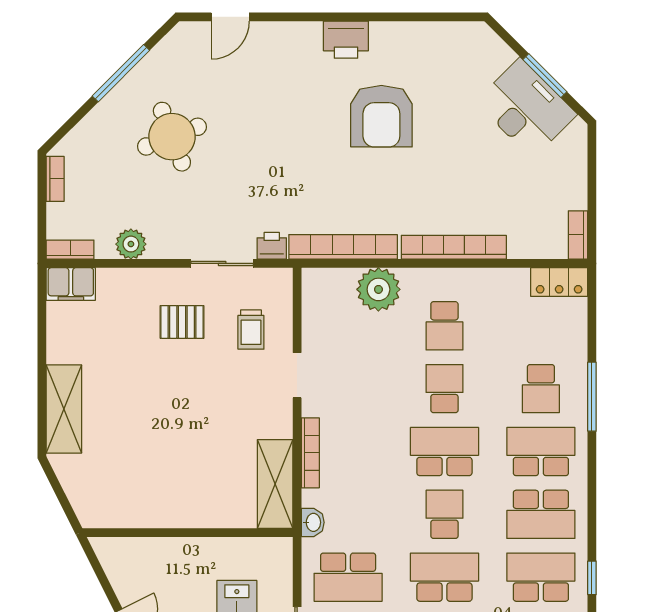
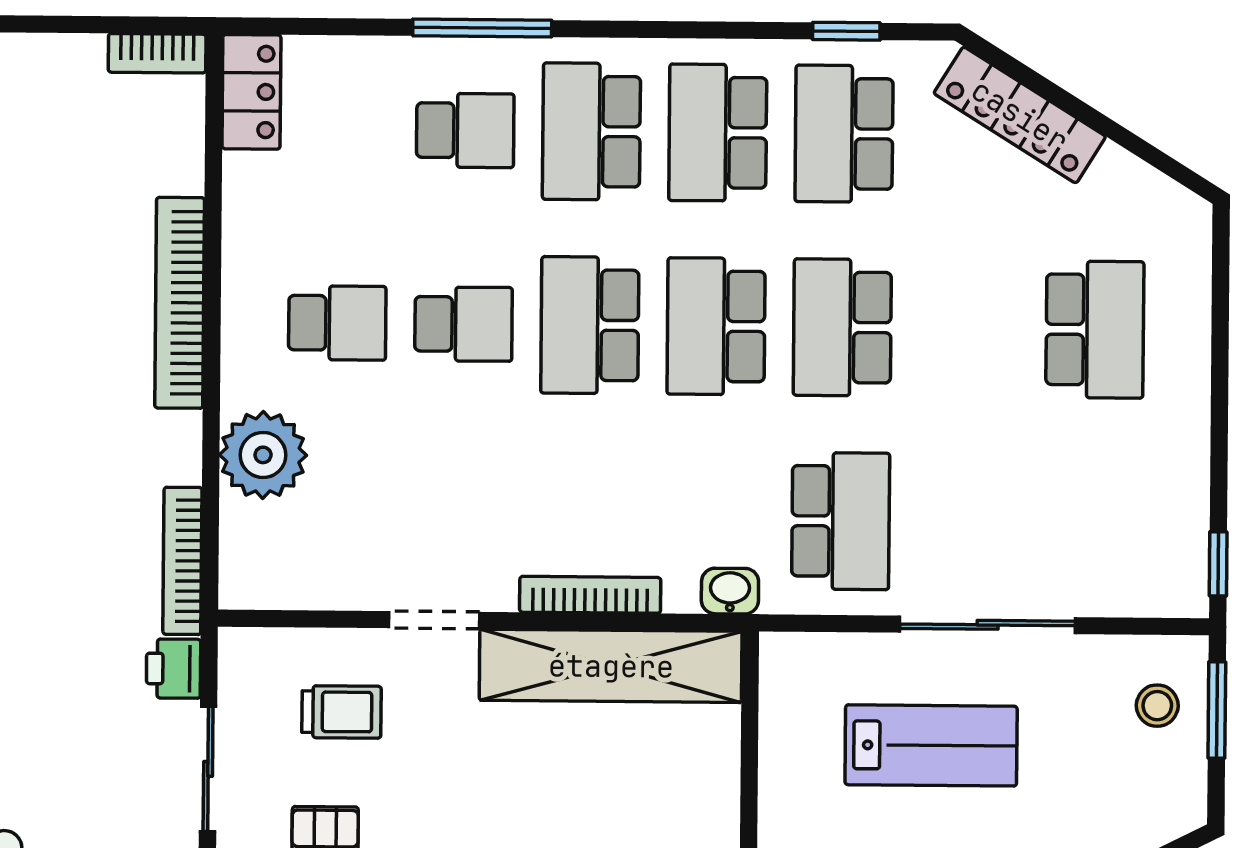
bookcase: (343, 247) -> (182, 561), width x0.68, depth x0.76
school desk: (444, 389) -> (464, 324), turned 180
shelving: (275, 484) -> (611, 666), width x1.47
school desk: (444, 514) -> (716, 326), width x1.85
school desk: (541, 514) -> (718, 133), turned 180

